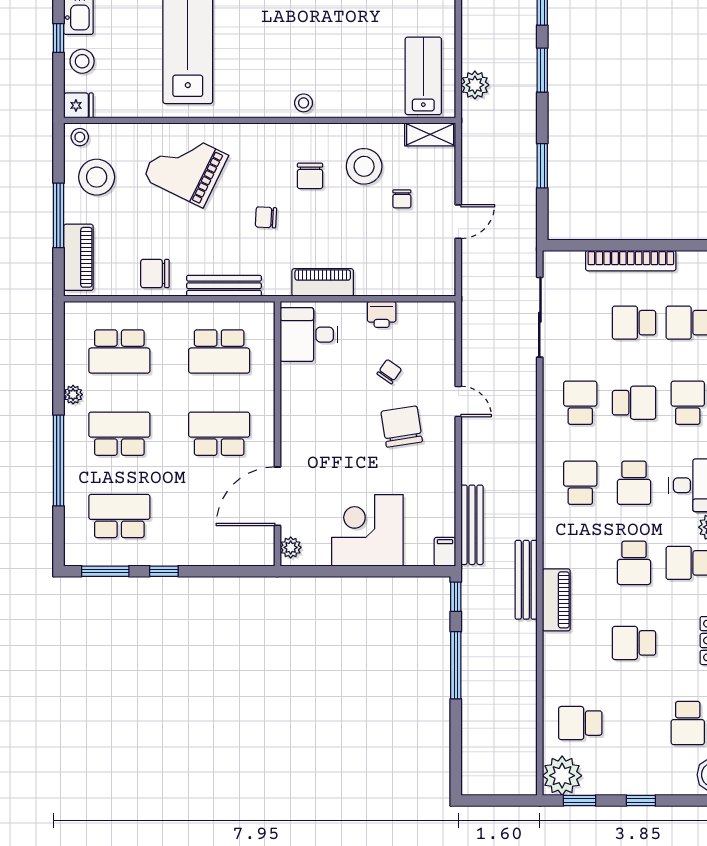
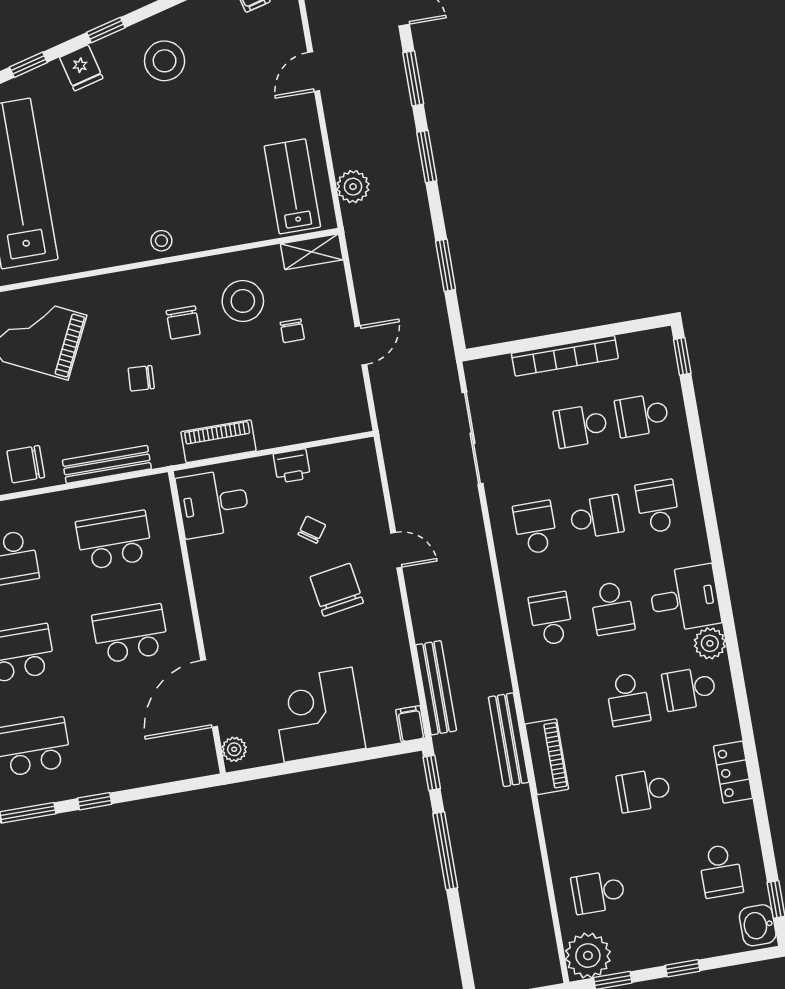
school desk: (219, 351) -> (114, 540), turned 180

